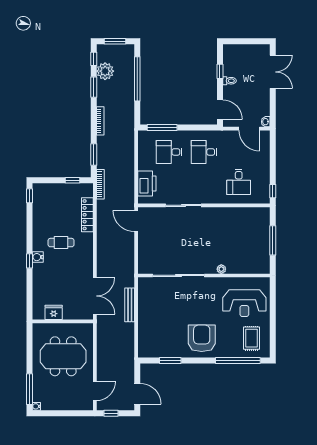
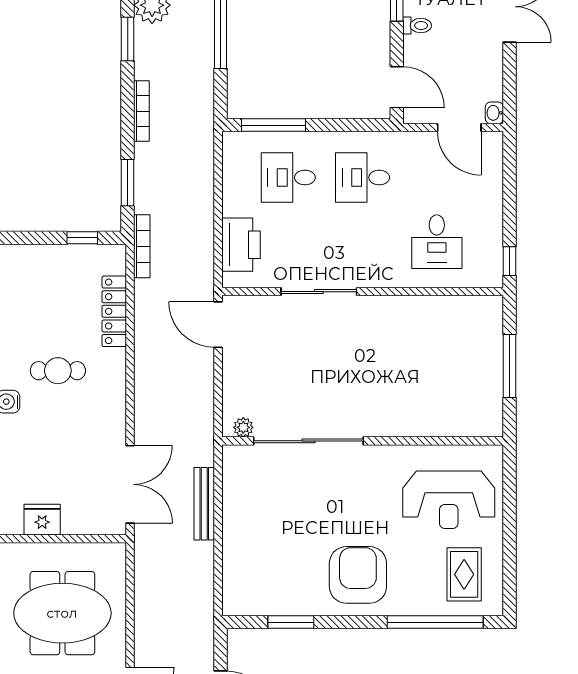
plant: (221, 269) -> (243, 427), moved

